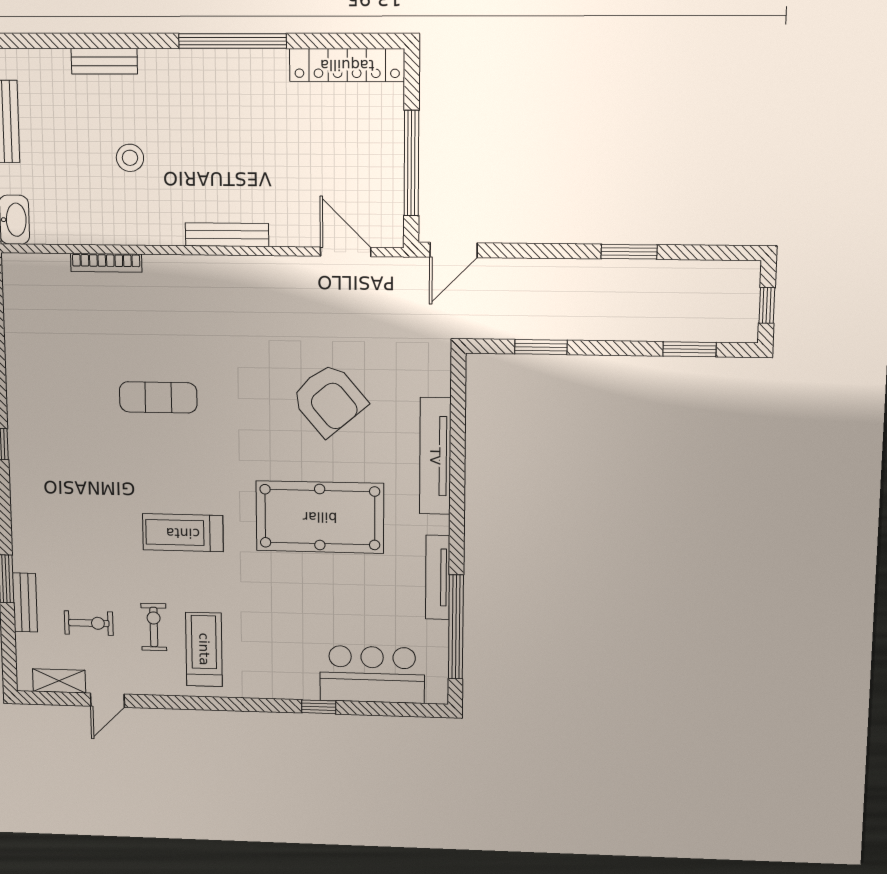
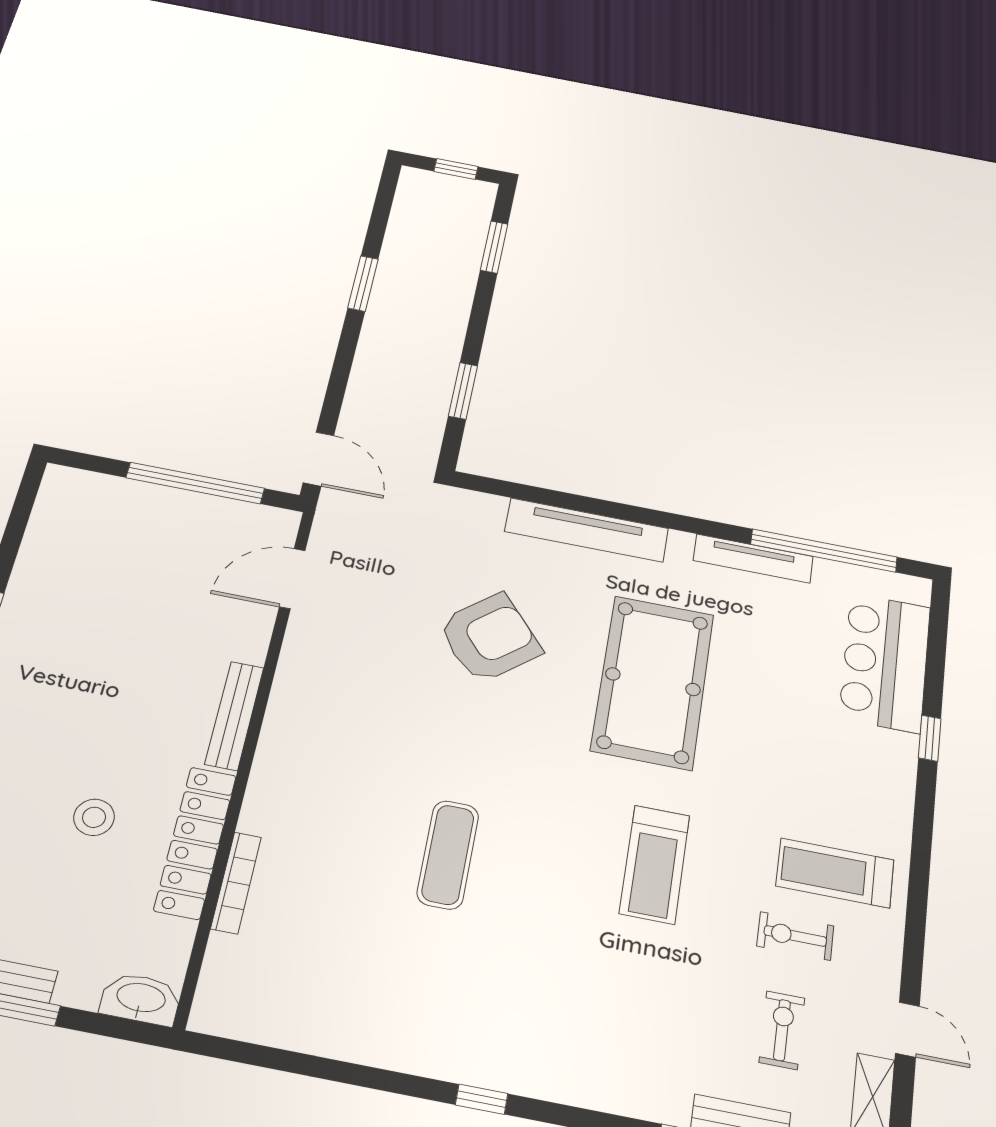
locker: (347, 65) -> (195, 842), moved, turned 180

